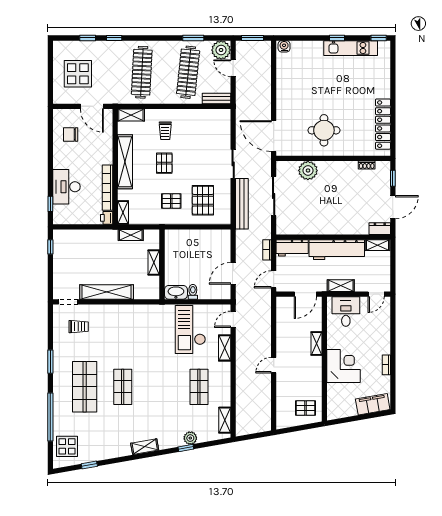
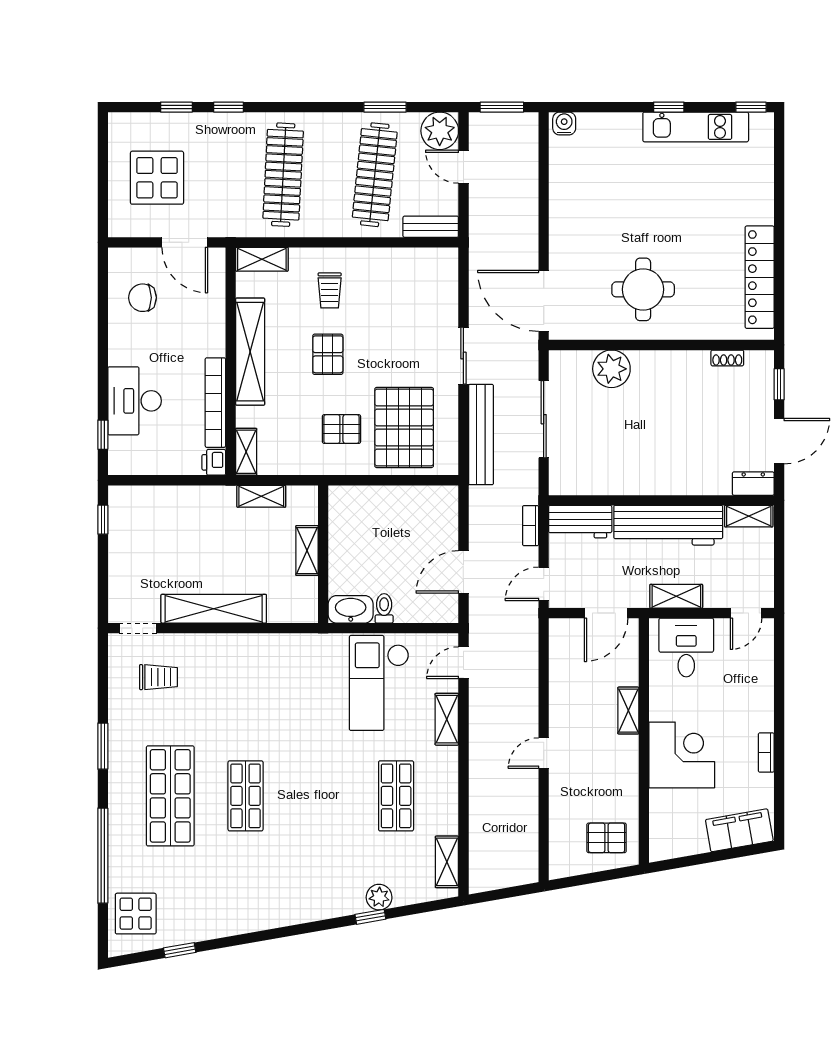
pallet: (203, 200) -> (404, 427), width x1.37, depth x1.41
shelving: (145, 447) -> (289, 914), removed

